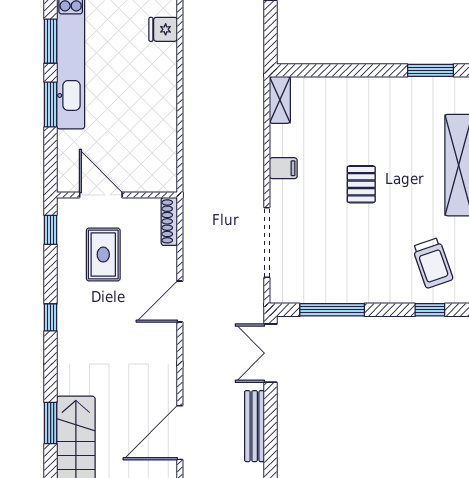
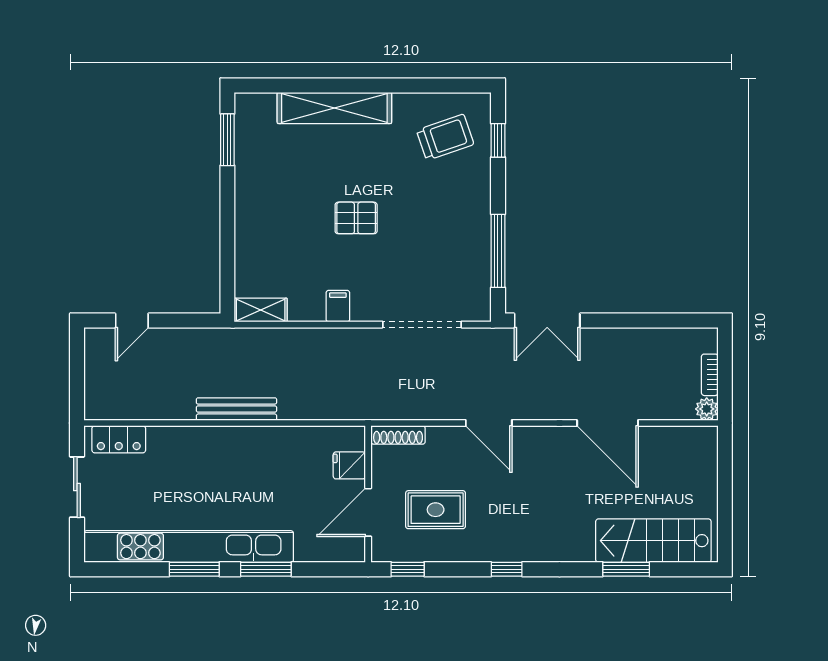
fridge: (163, 29) -> (349, 465), moved, turned 90
bench: (255, 426) -> (236, 409), moved
door: (180, 433) -> (608, 423), moved

